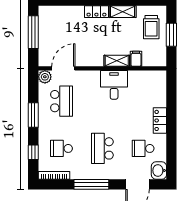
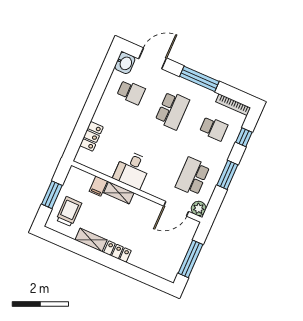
locker: (160, 120) -> (91, 136), moved

